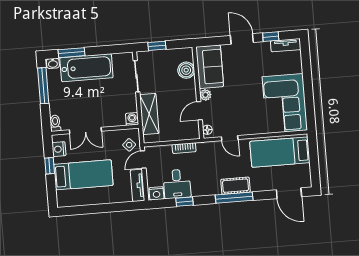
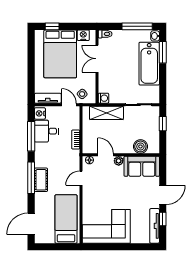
tv unit: (286, 45) -> (155, 226), width x1.41
window: (50, 166) -> (52, 26), moved
bed: (83, 175) -> (60, 54), width x1.50
window: (184, 202) -> (31, 136), width x2.17

